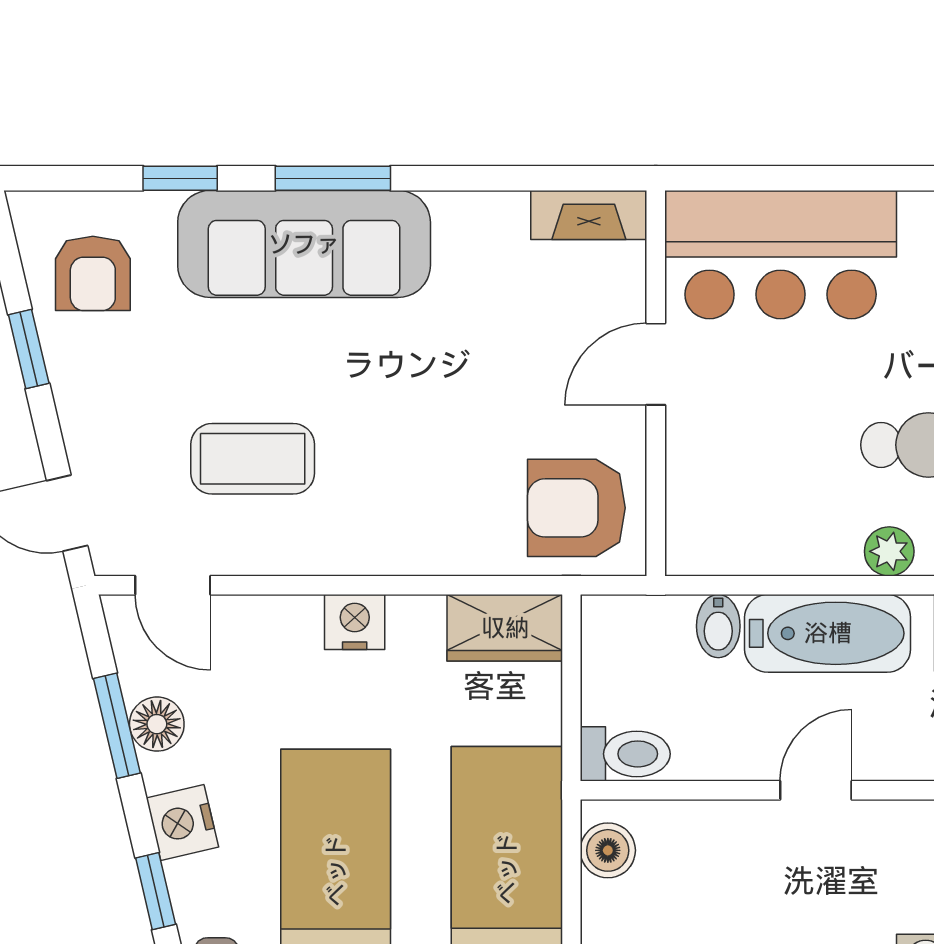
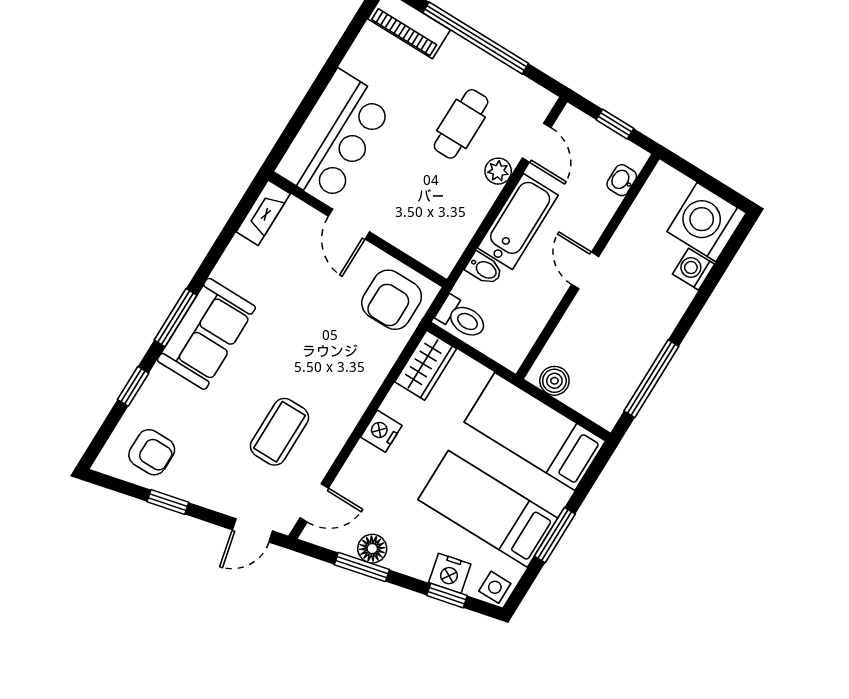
sofa: (304, 244) -> (206, 334), width x0.73
toilet: (625, 754) -> (462, 318), moved, turned 90
nightstand: (182, 822) -> (450, 573), moved

